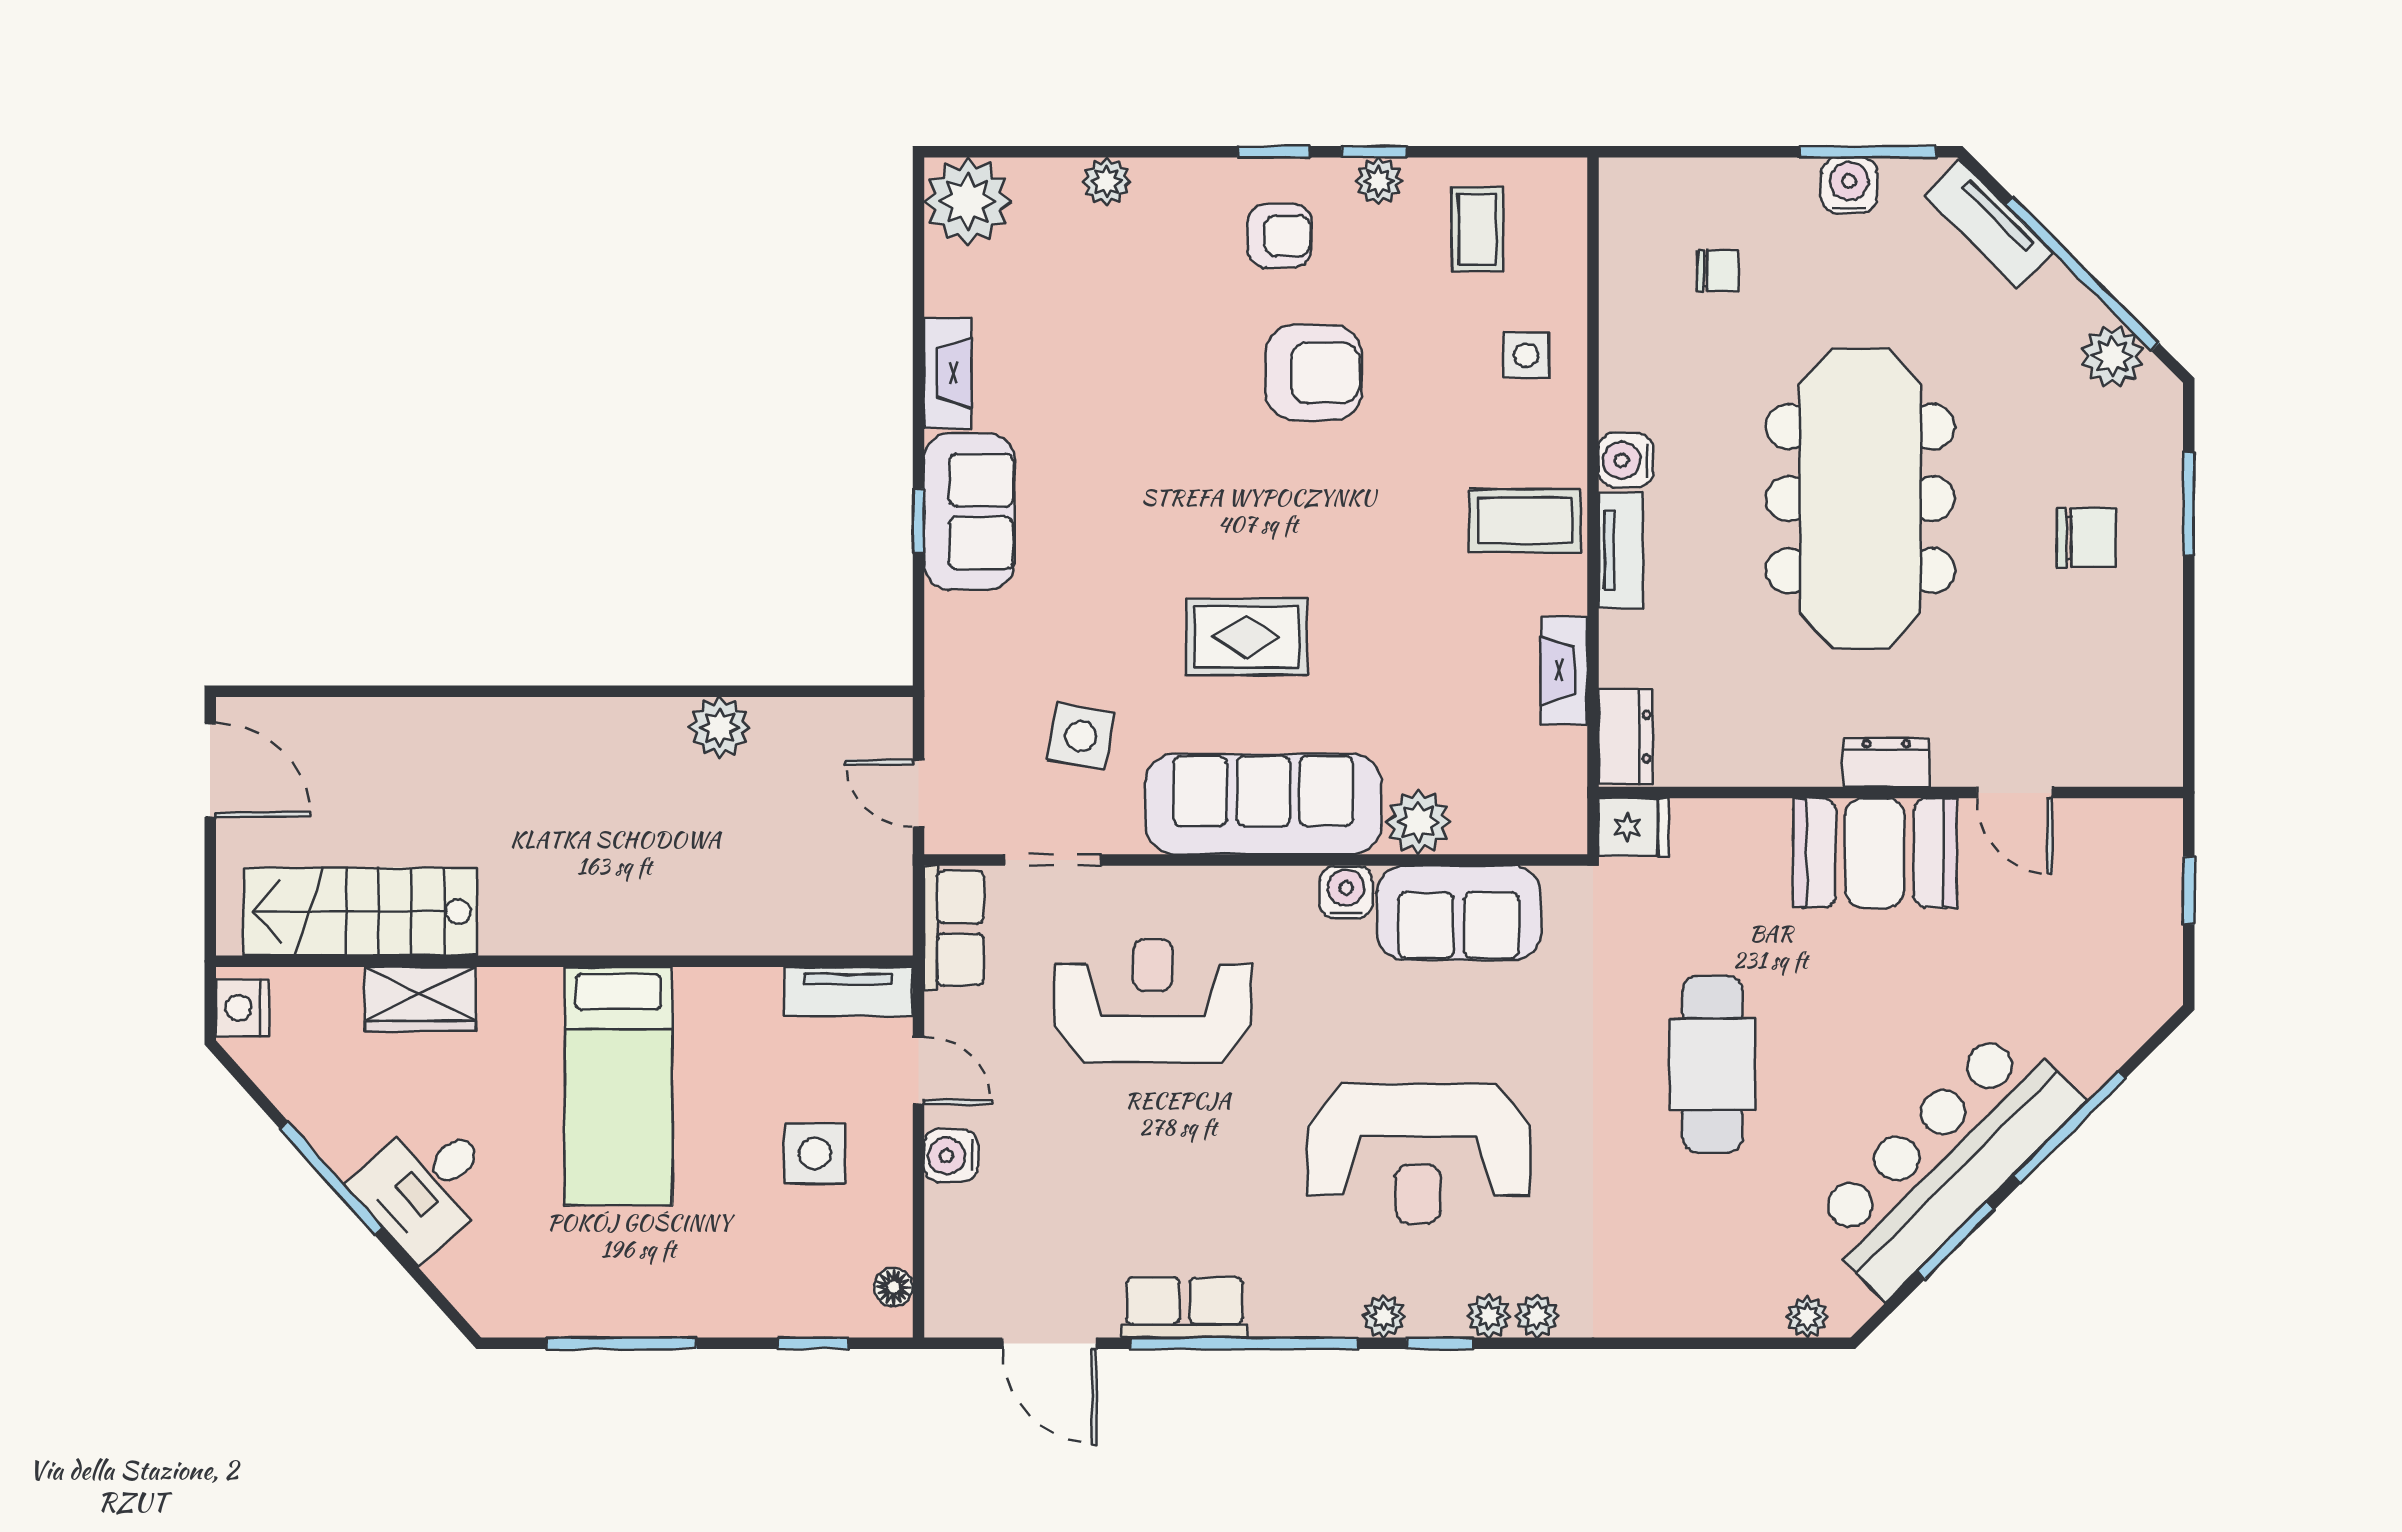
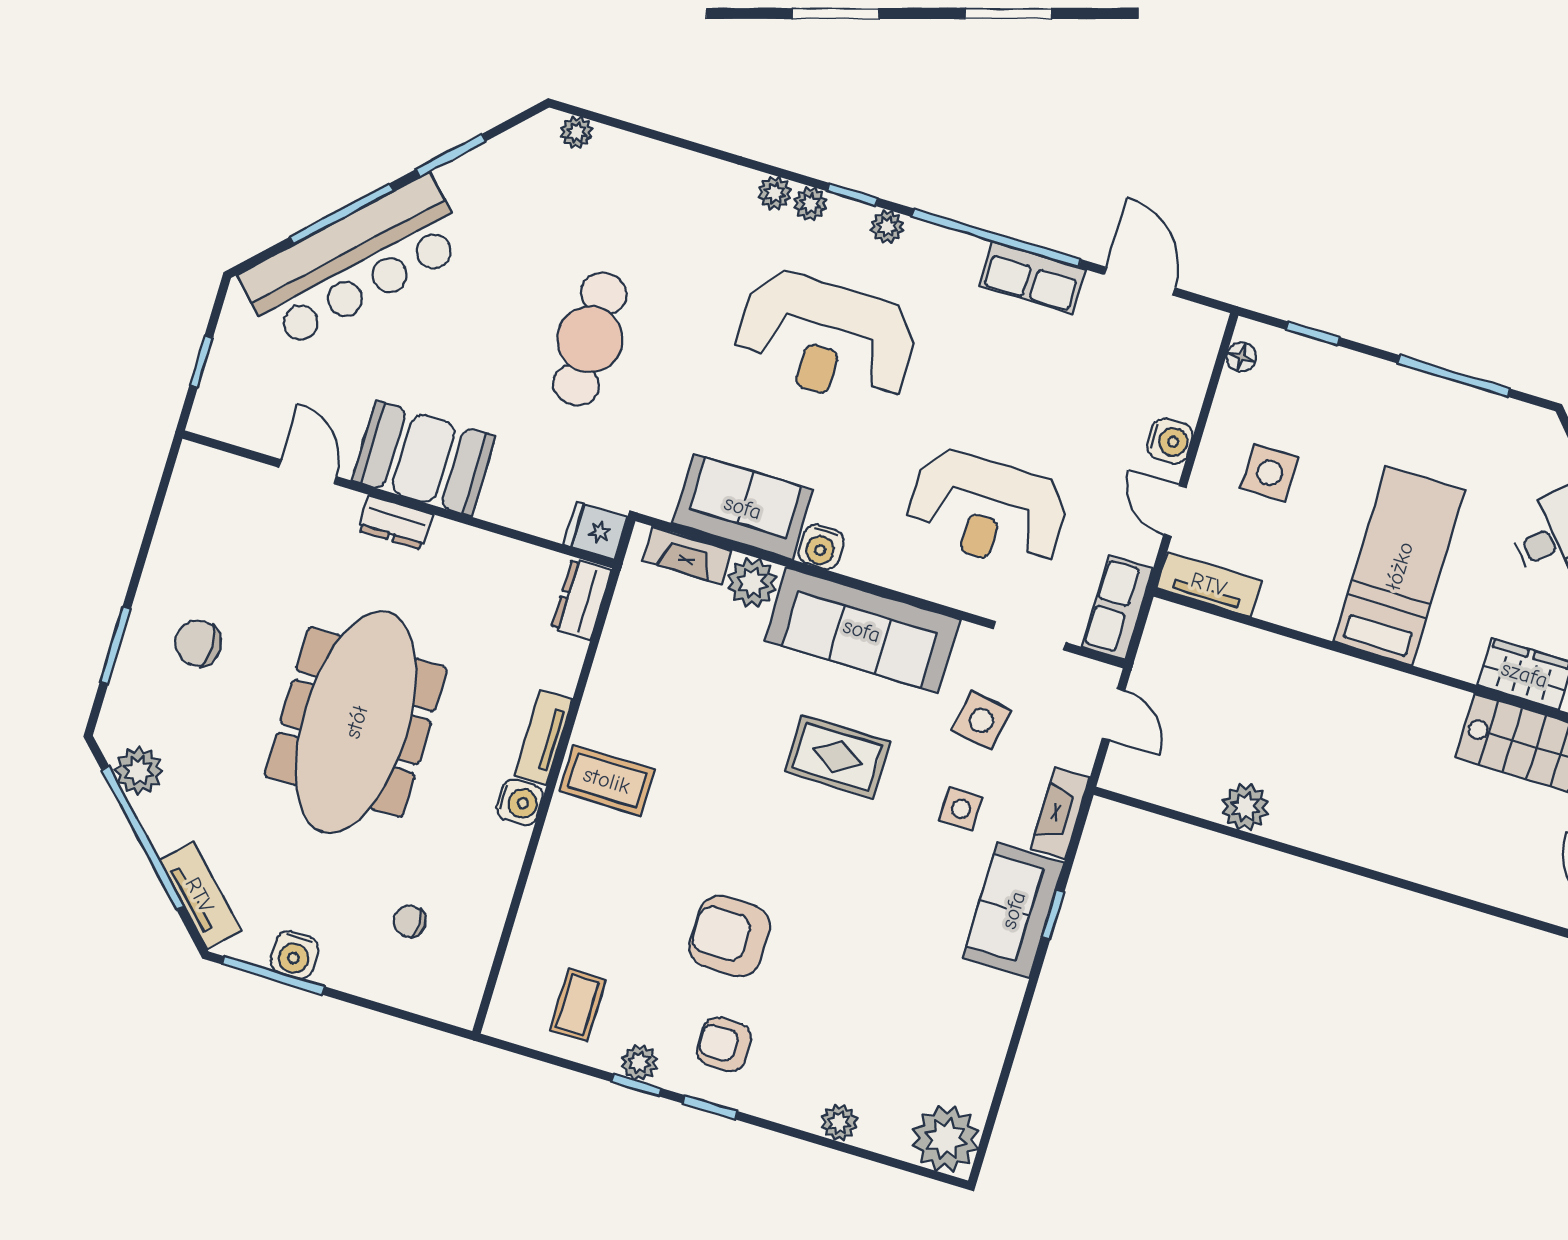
side table: (1526, 355) -> (961, 809), moved
fireplace: (948, 373) -> (1060, 813), moved
fireplace: (1564, 670) -> (687, 555), moved, turned 90
reception desk: (1418, 1153) -> (826, 339), turned 180
bar counter: (1945, 1161) -> (354, 263), moved

